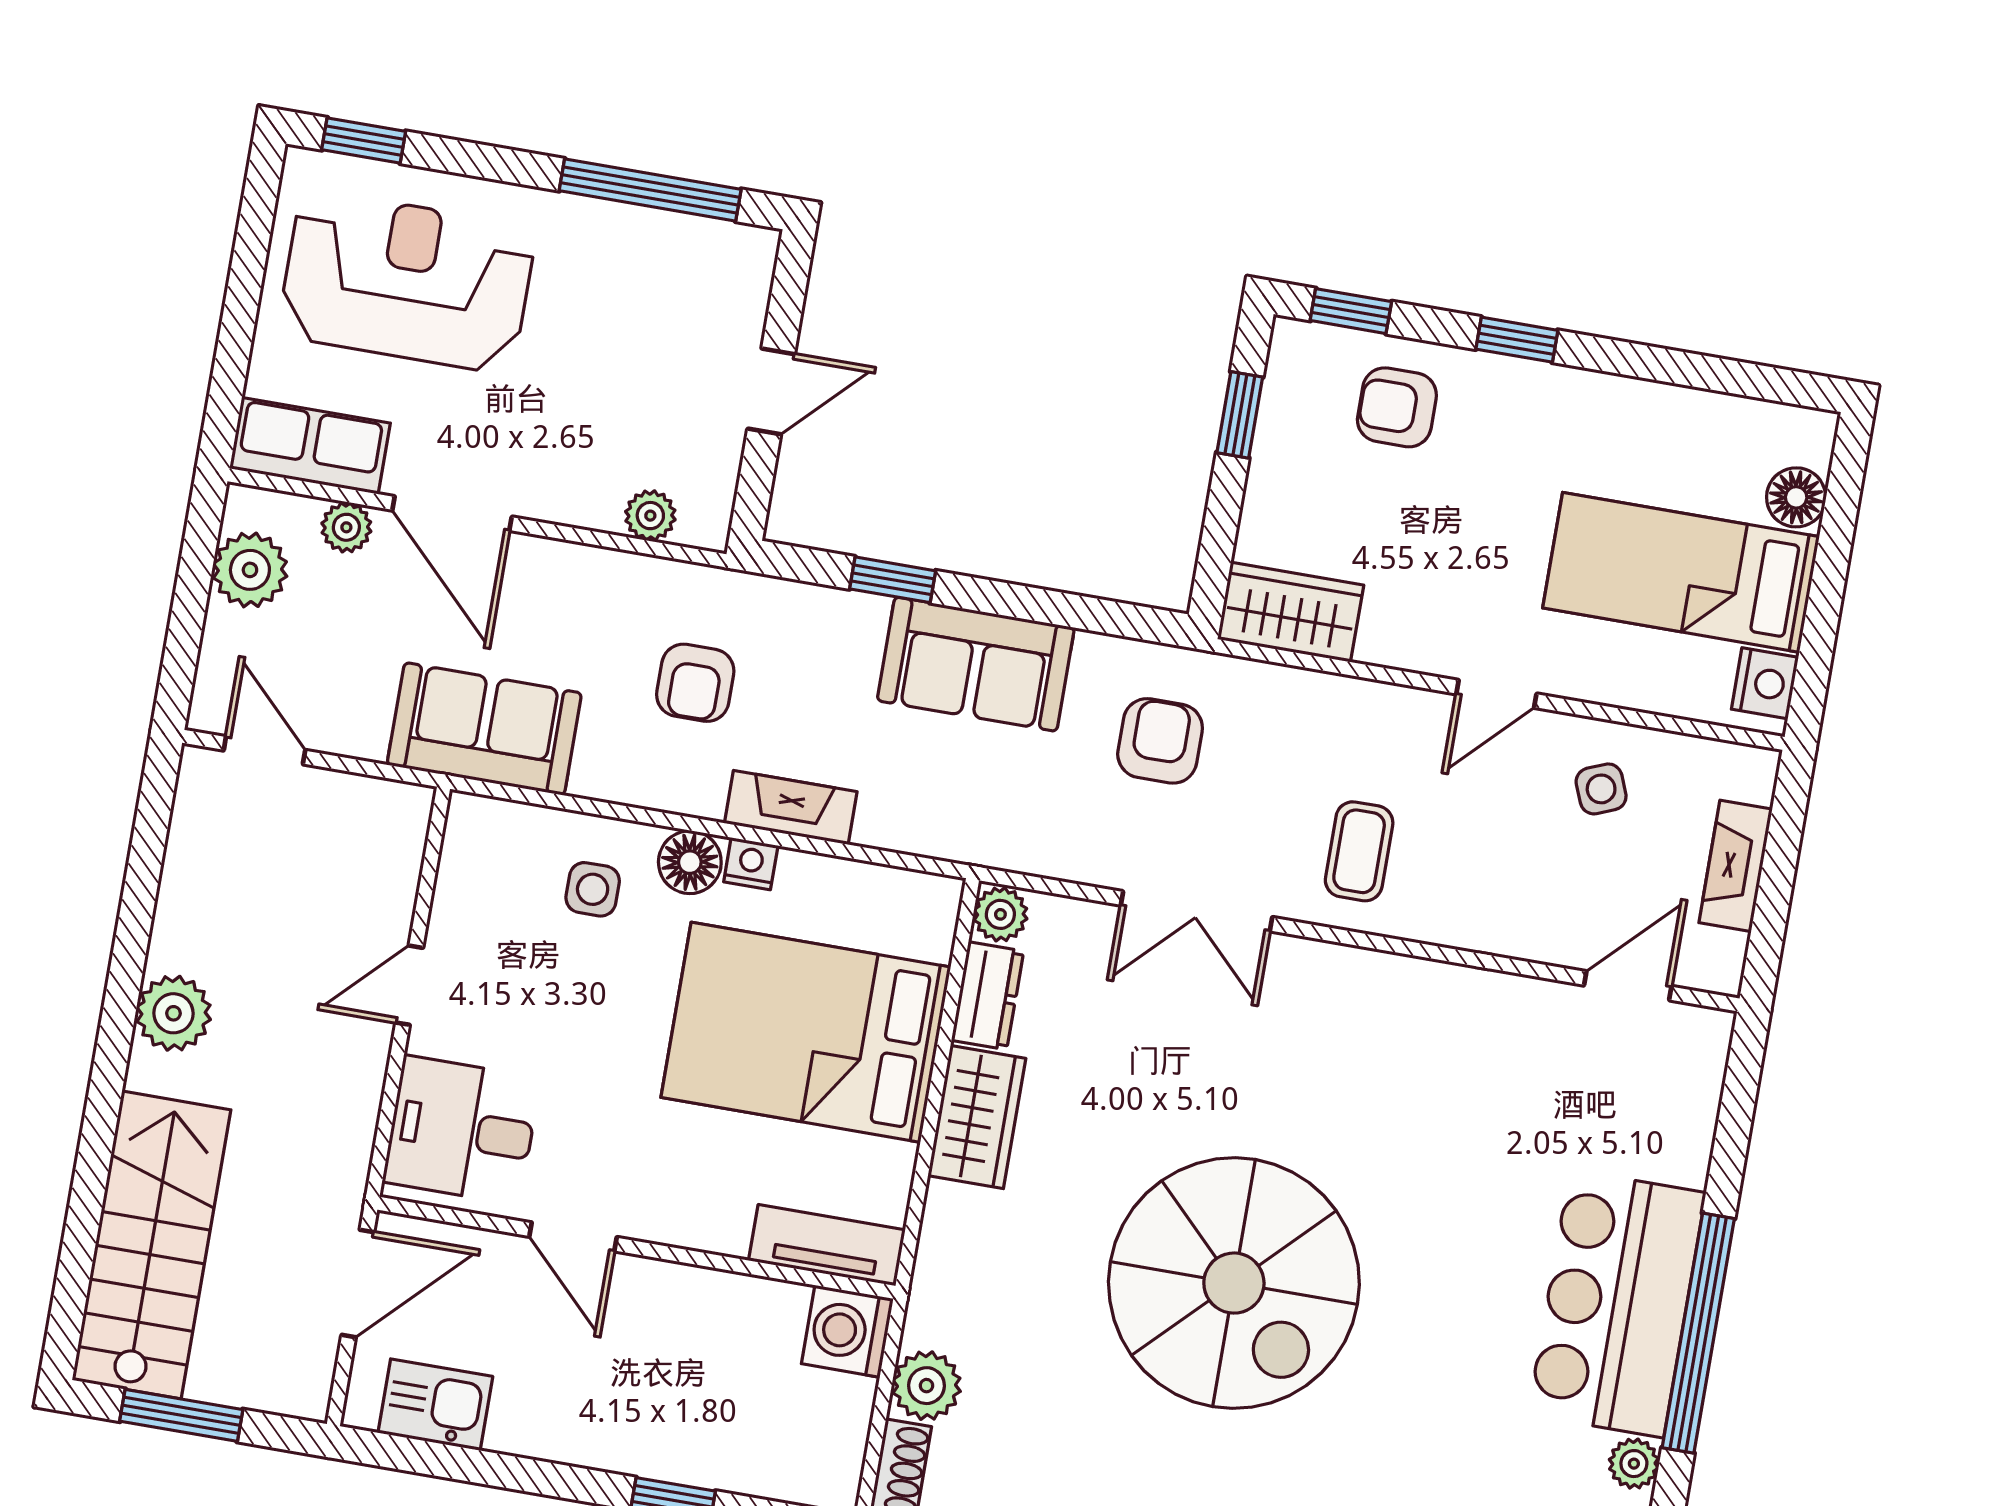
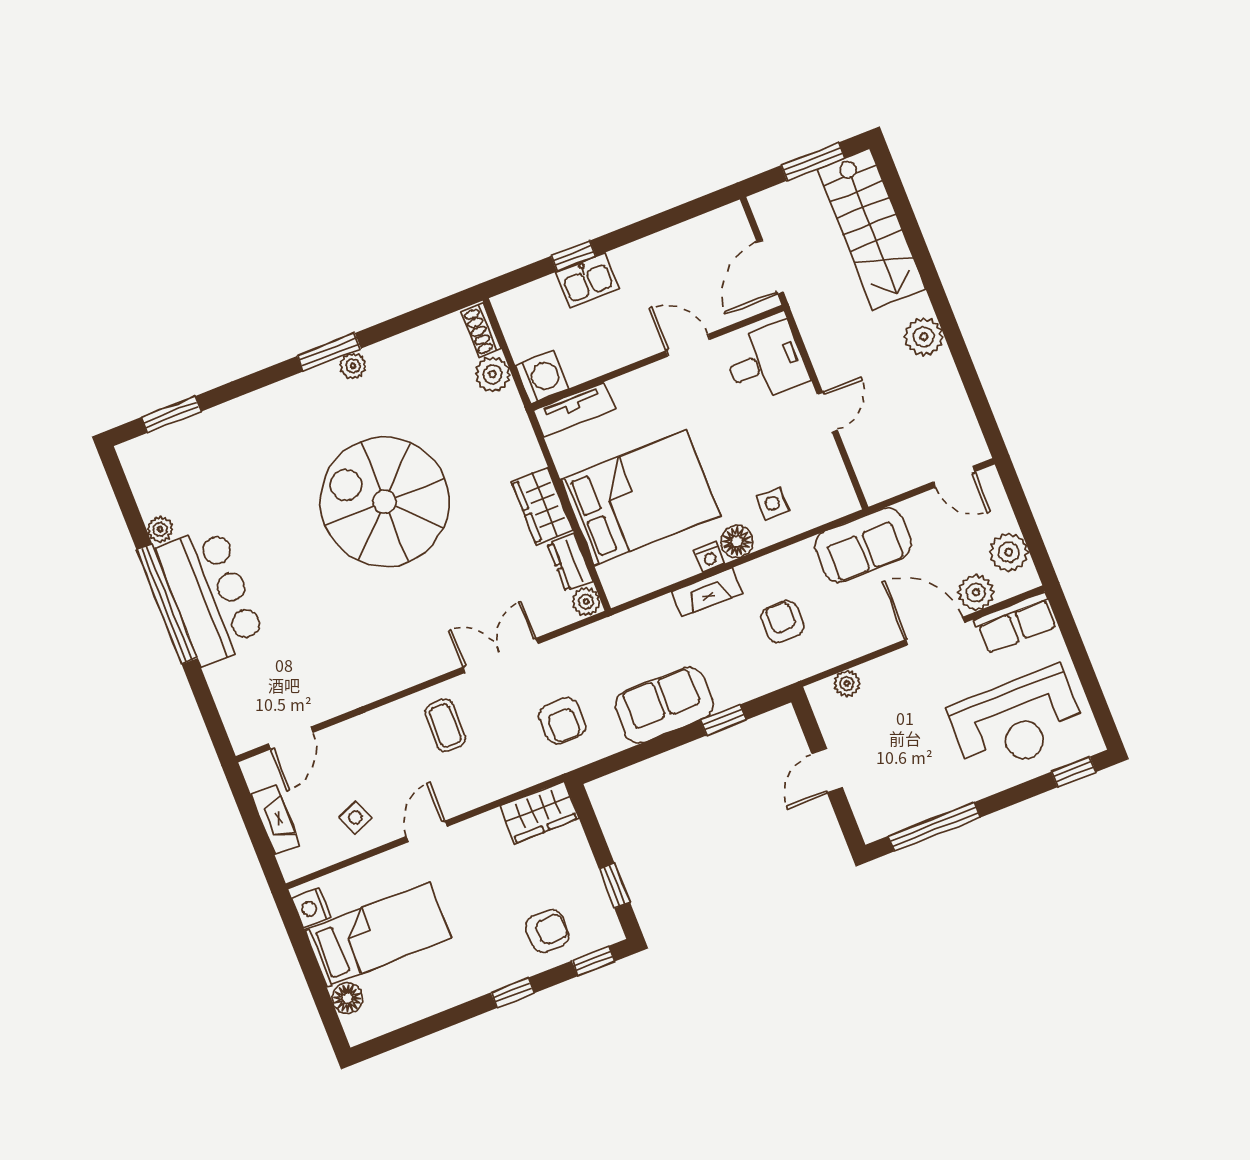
plant: (346, 527) -> (976, 592), width x1.38, depth x1.38
kitchen sink: (435, 1405) -> (587, 280), moved

